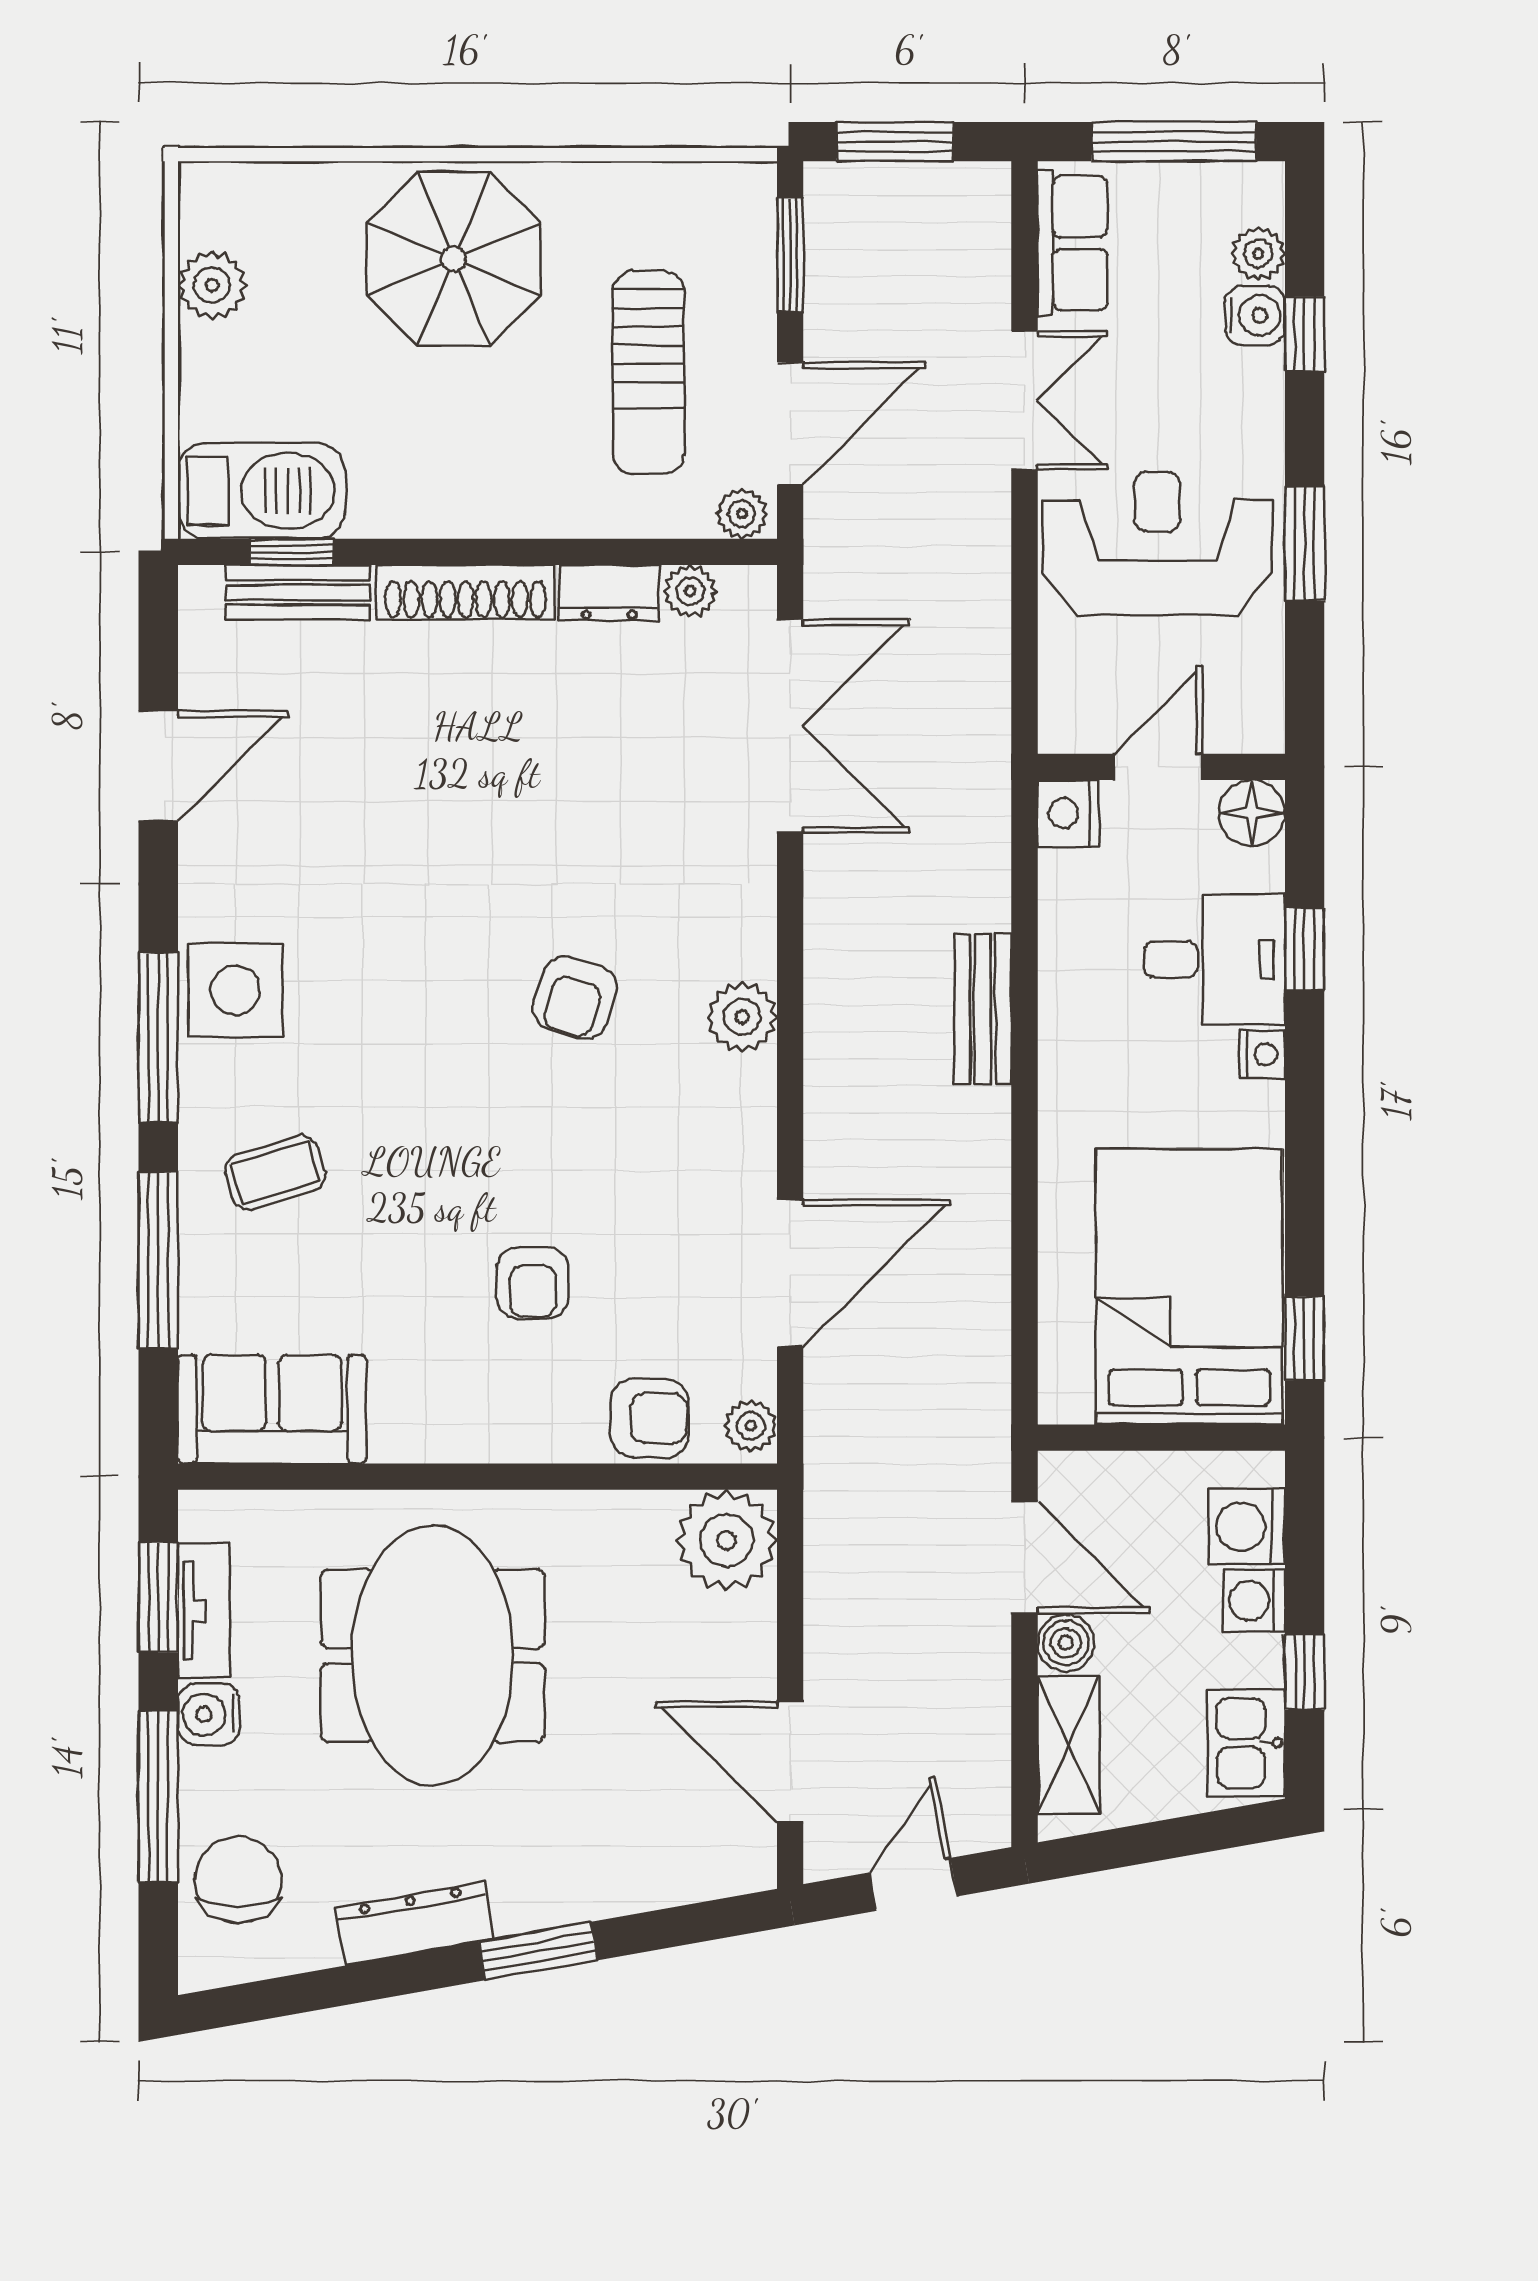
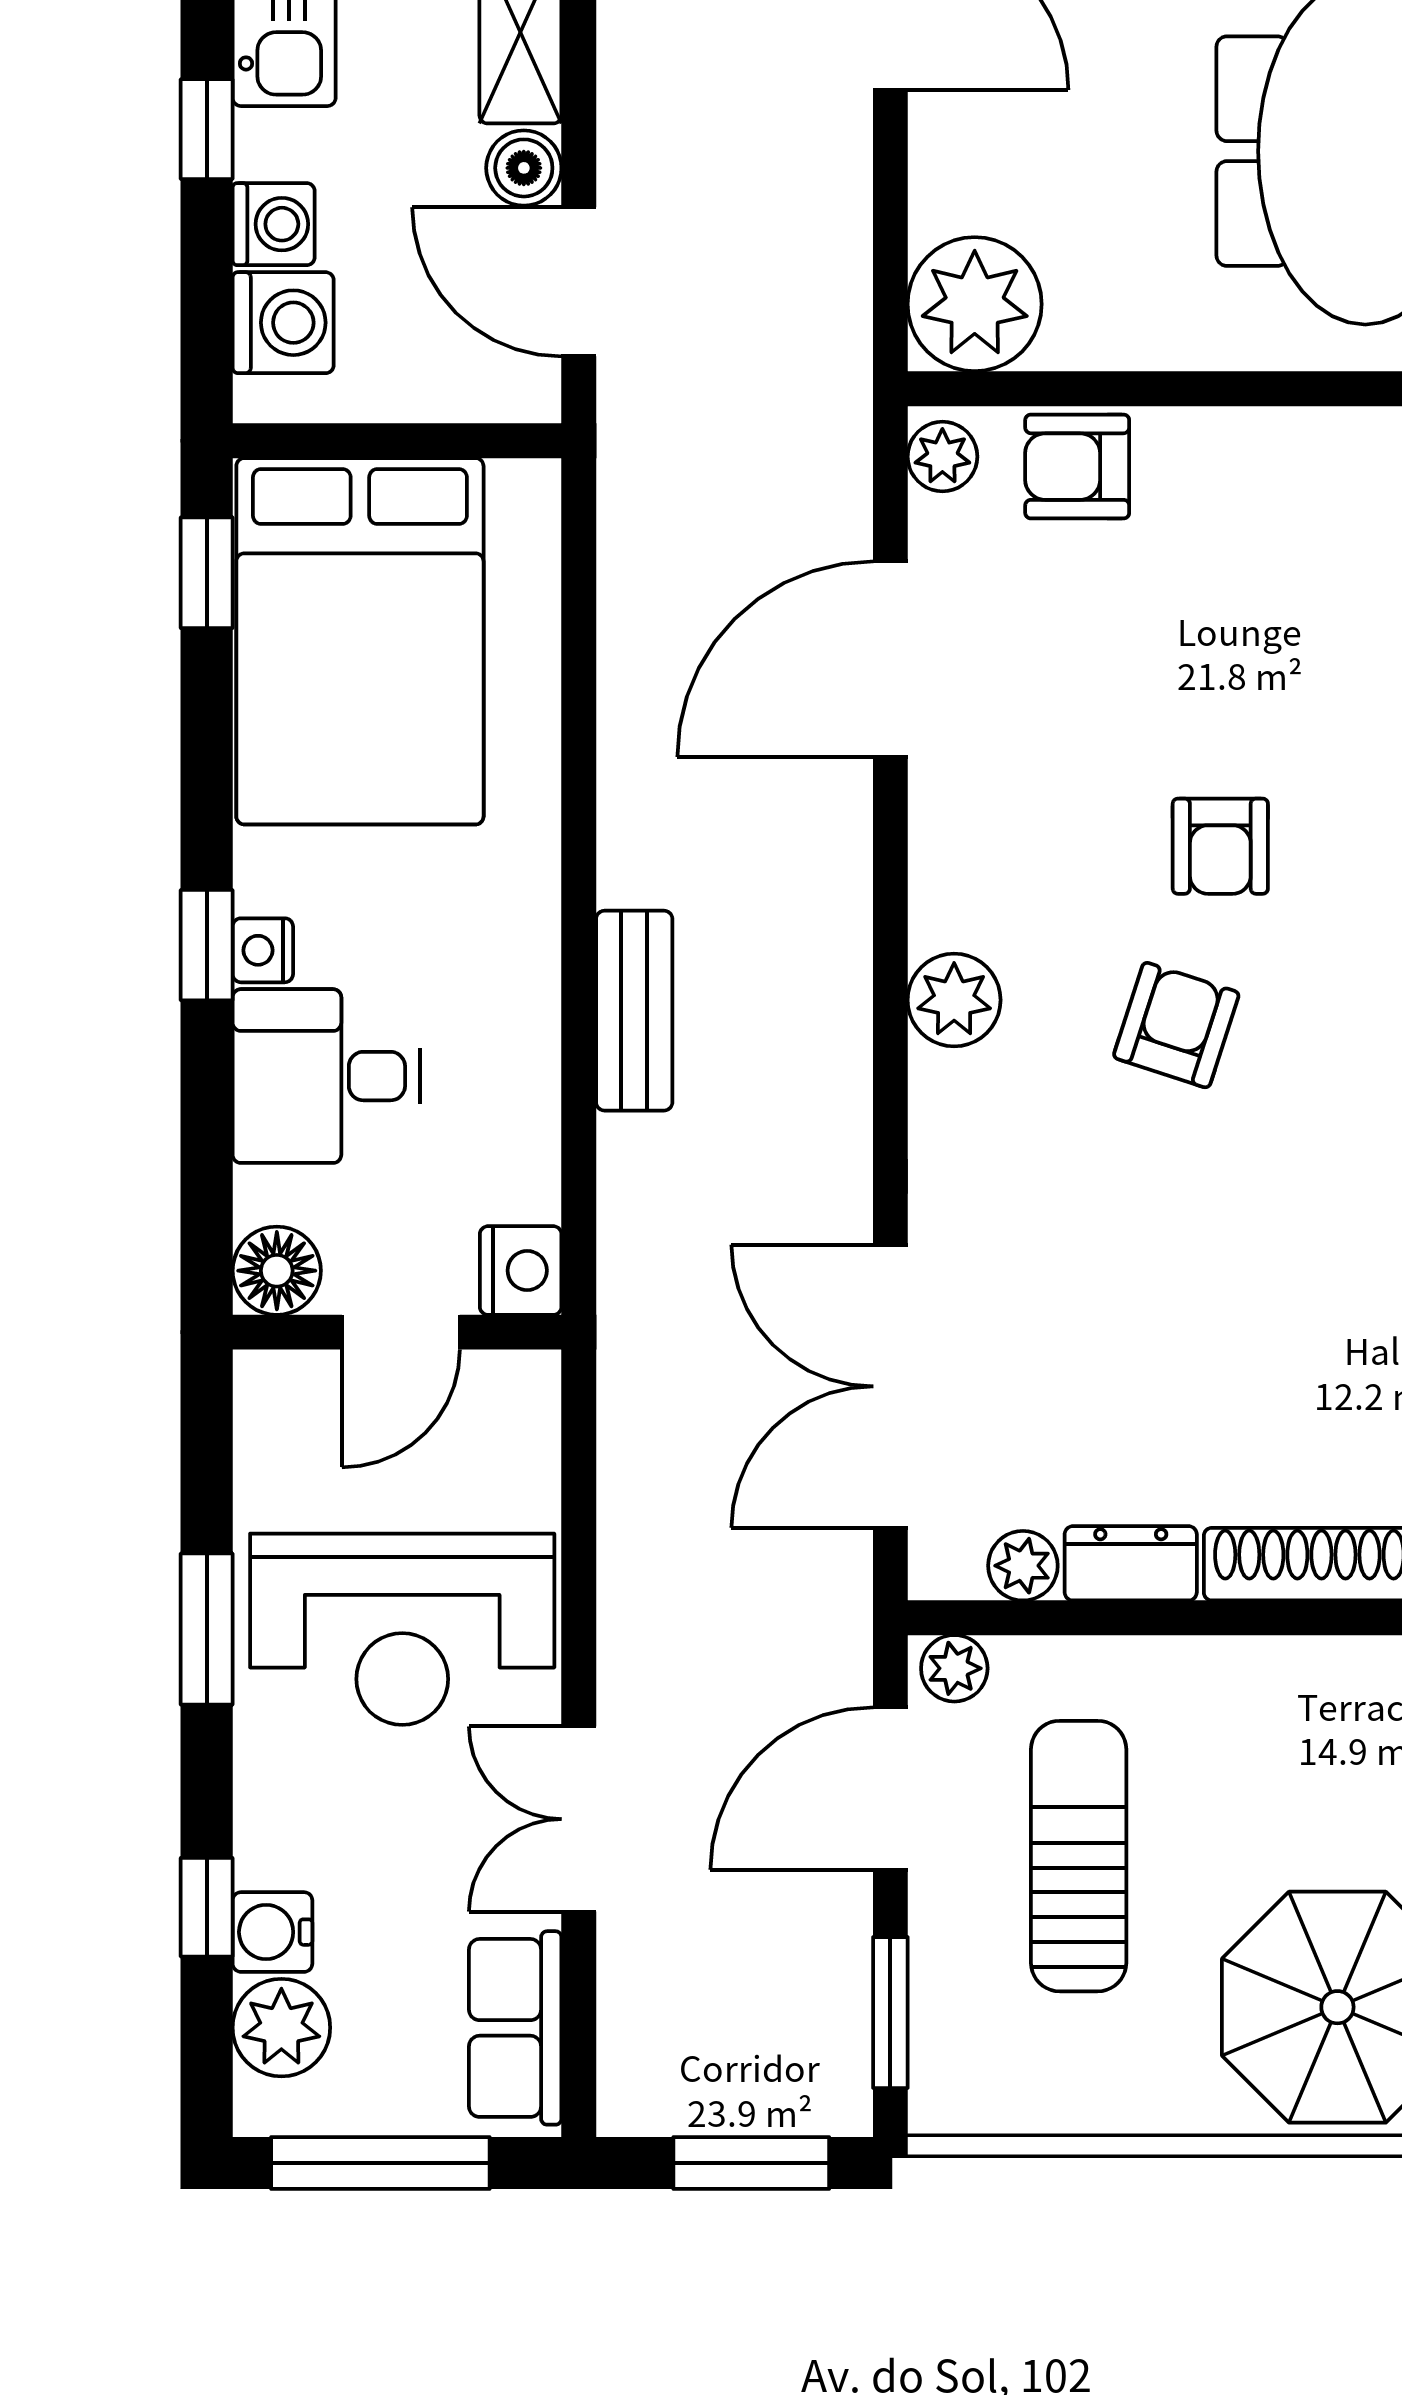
plant: (1258, 253) -> (281, 2028), width x1.38, depth x1.38
window: (1305, 949) -> (207, 945), moved
armchair: (533, 1283) -> (1220, 846), moved, turned 180

